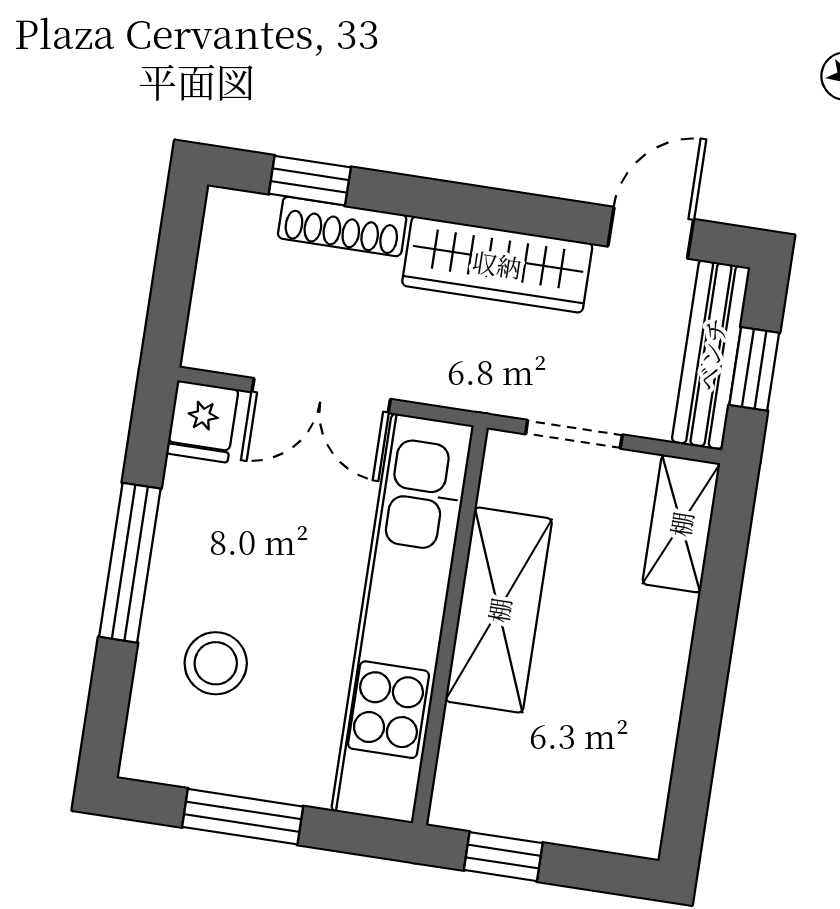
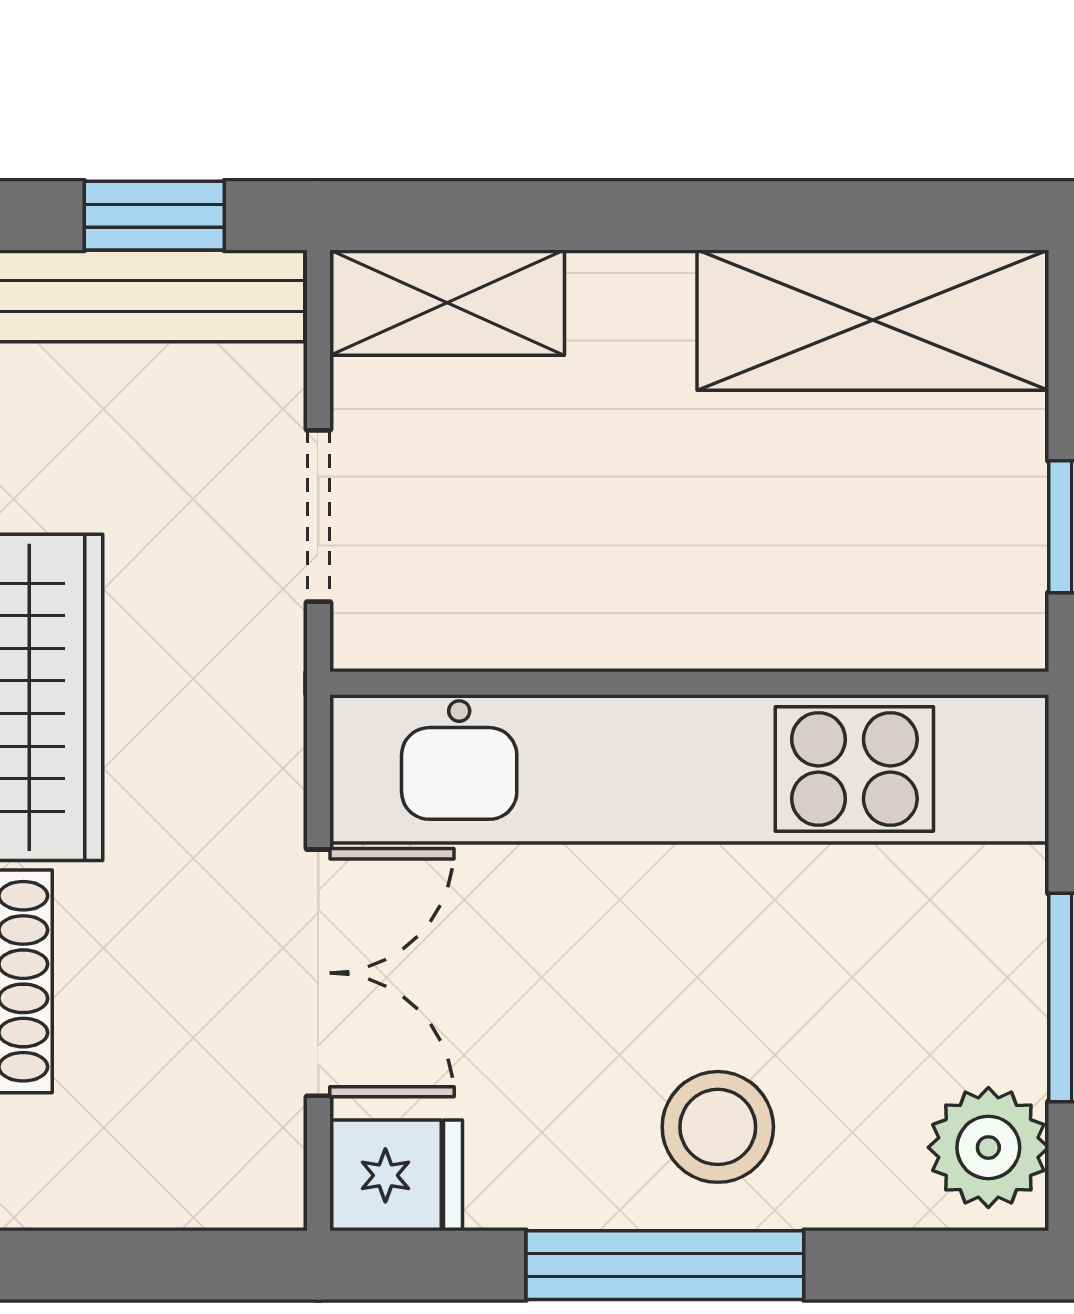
shelving: (499, 610) -> (873, 320), moved
stool: (216, 663) -> (718, 1127), moved
plant: (168, 752) -> (988, 1147), added

